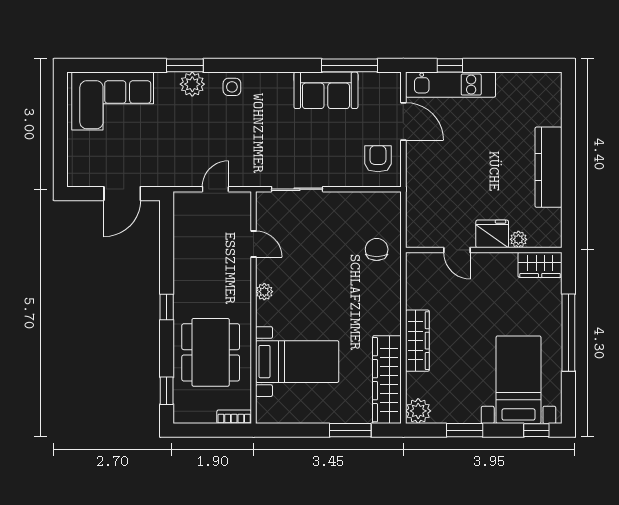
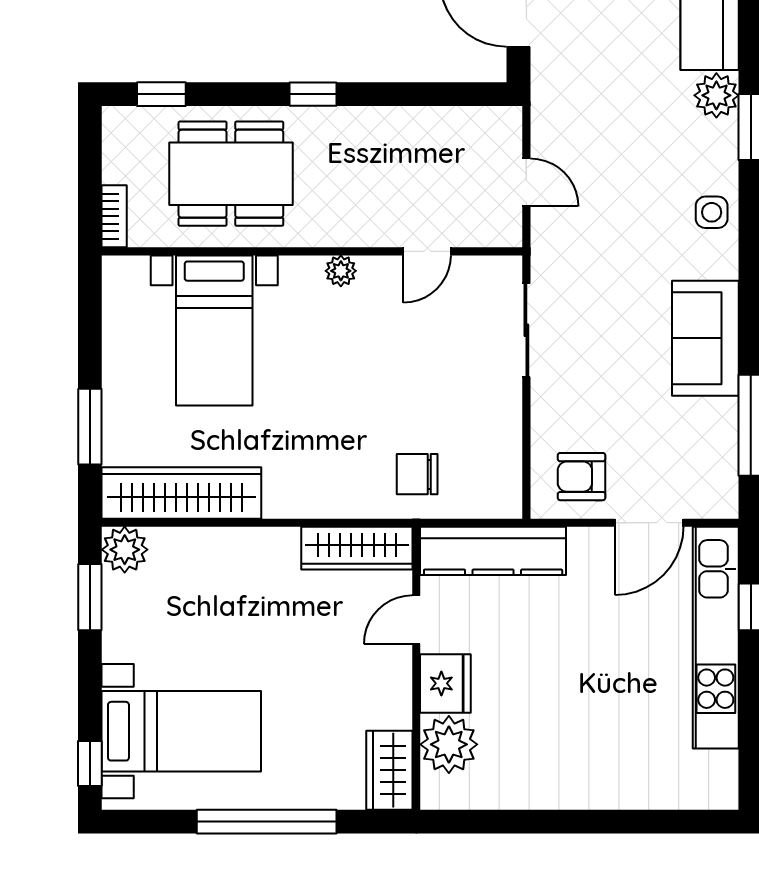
plant: (192, 84) -> (716, 95), moved
kitchen unit: (450, 85) -> (716, 638), width x1.36
sofa: (326, 90) -> (705, 338), moved
armchair: (378, 159) -> (582, 477), turned 180
kitchen counter: (548, 167) -> (493, 551), moved, turned 180
plant: (518, 239) -> (449, 744), width x1.88, depth x1.88
chair: (377, 249) -> (417, 474), turned 180
wardrobe: (417, 341) -> (357, 548), moved
window: (465, 430) -> (90, 597), moved

